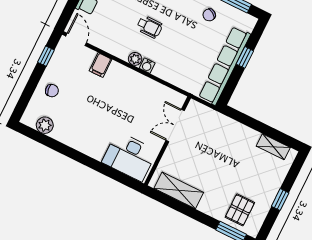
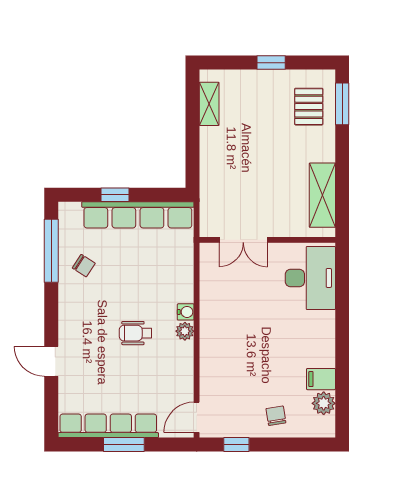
wheelchair: (149, 27) -> (136, 333), turned -90
filing cabinet: (101, 65) -> (321, 379), moved, turned 180
pallet: (240, 210) -> (309, 107), turned 90

